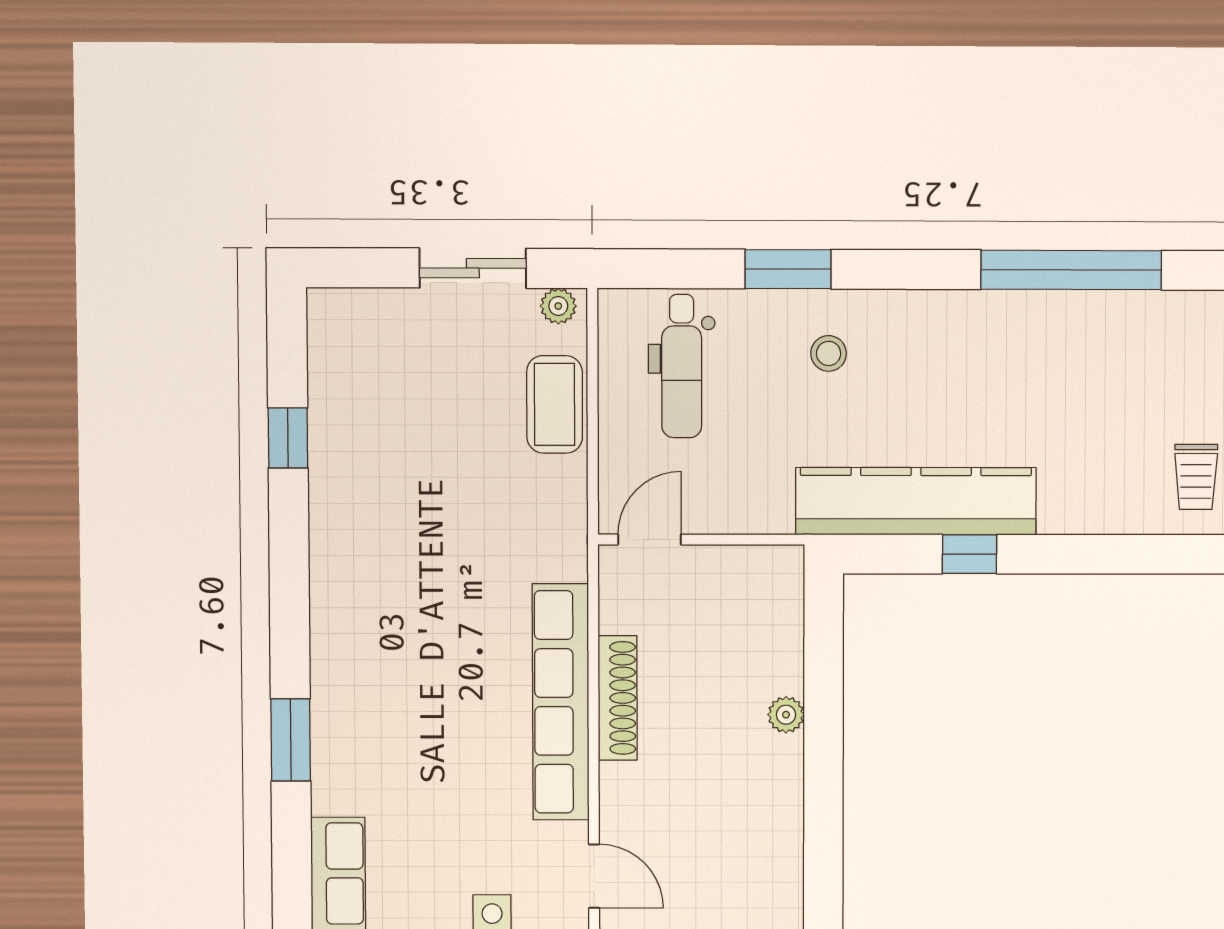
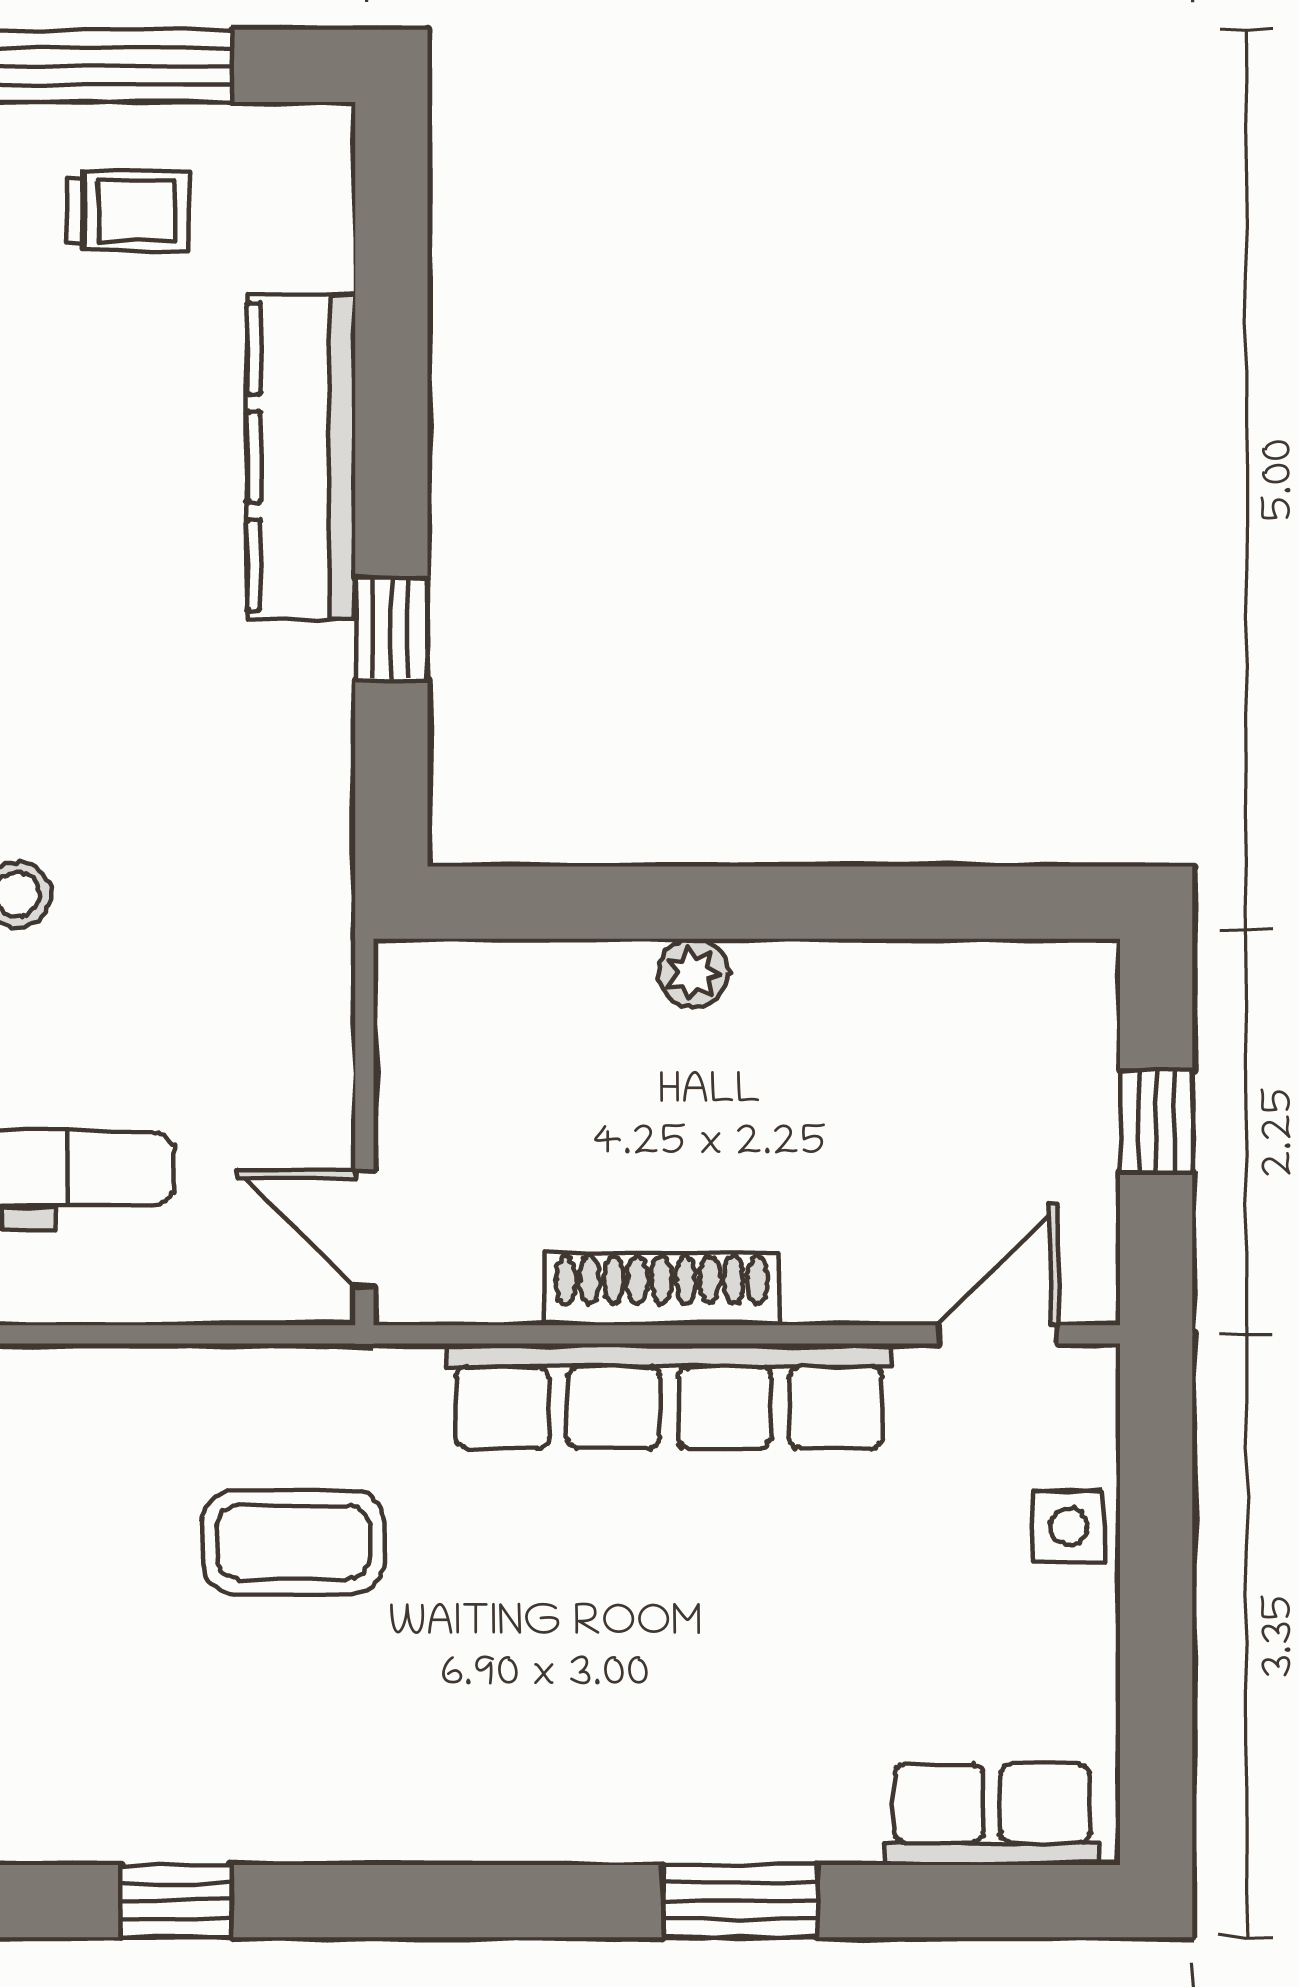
coffee table: (555, 404) -> (293, 1542), moved
trolley: (1196, 477) -> (128, 211), moved
kitchen counter: (916, 501) -> (301, 457), moved, width x0.72, depth x0.86

